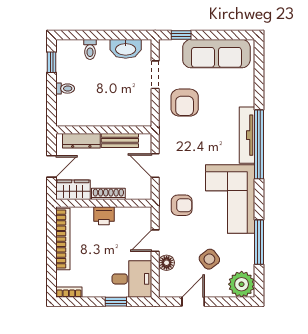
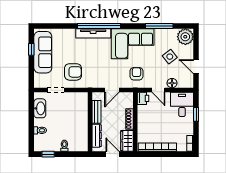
window: (181, 35) -> (31, 49), moved
printer: (104, 216) -> (143, 98), moved

